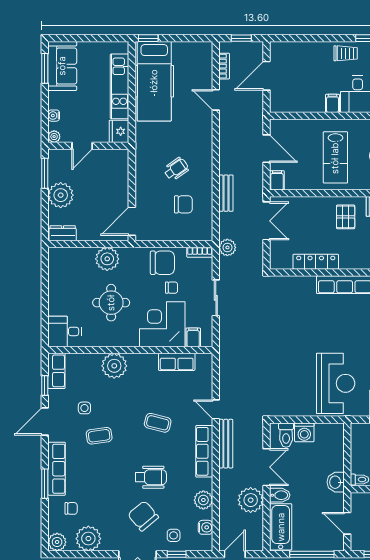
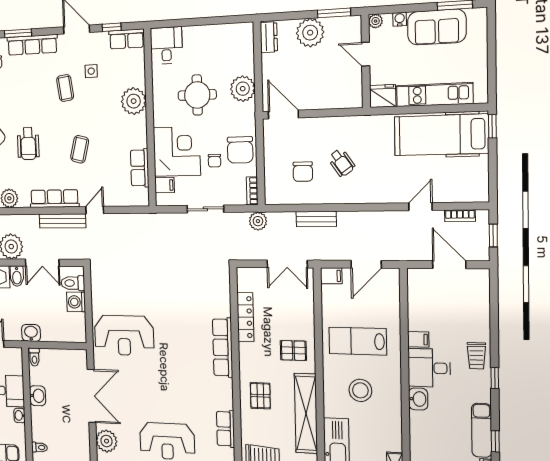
sofa: (62, 66) -> (437, 27), moved

